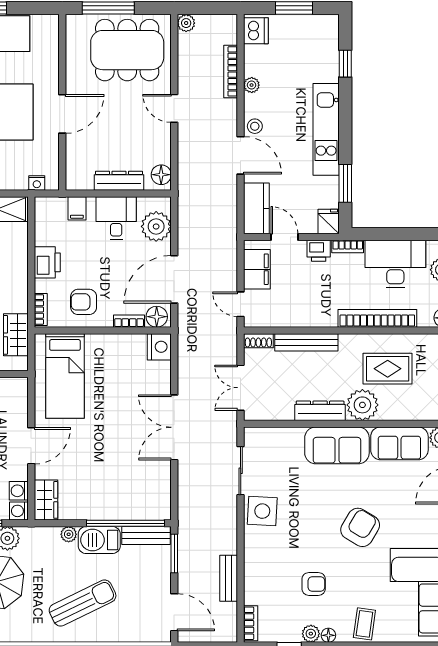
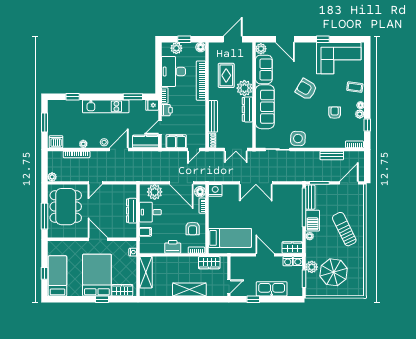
floor lamp: (161, 175) -> (129, 189), removed
sofa: (337, 445) -> (265, 107), width x1.36

